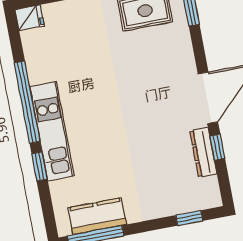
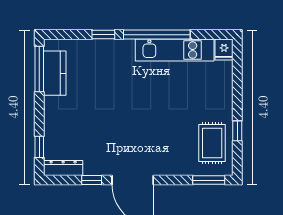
kitchen unit: (52, 131) -> (175, 50), moved
dresser: (203, 152) -> (63, 168), moved

